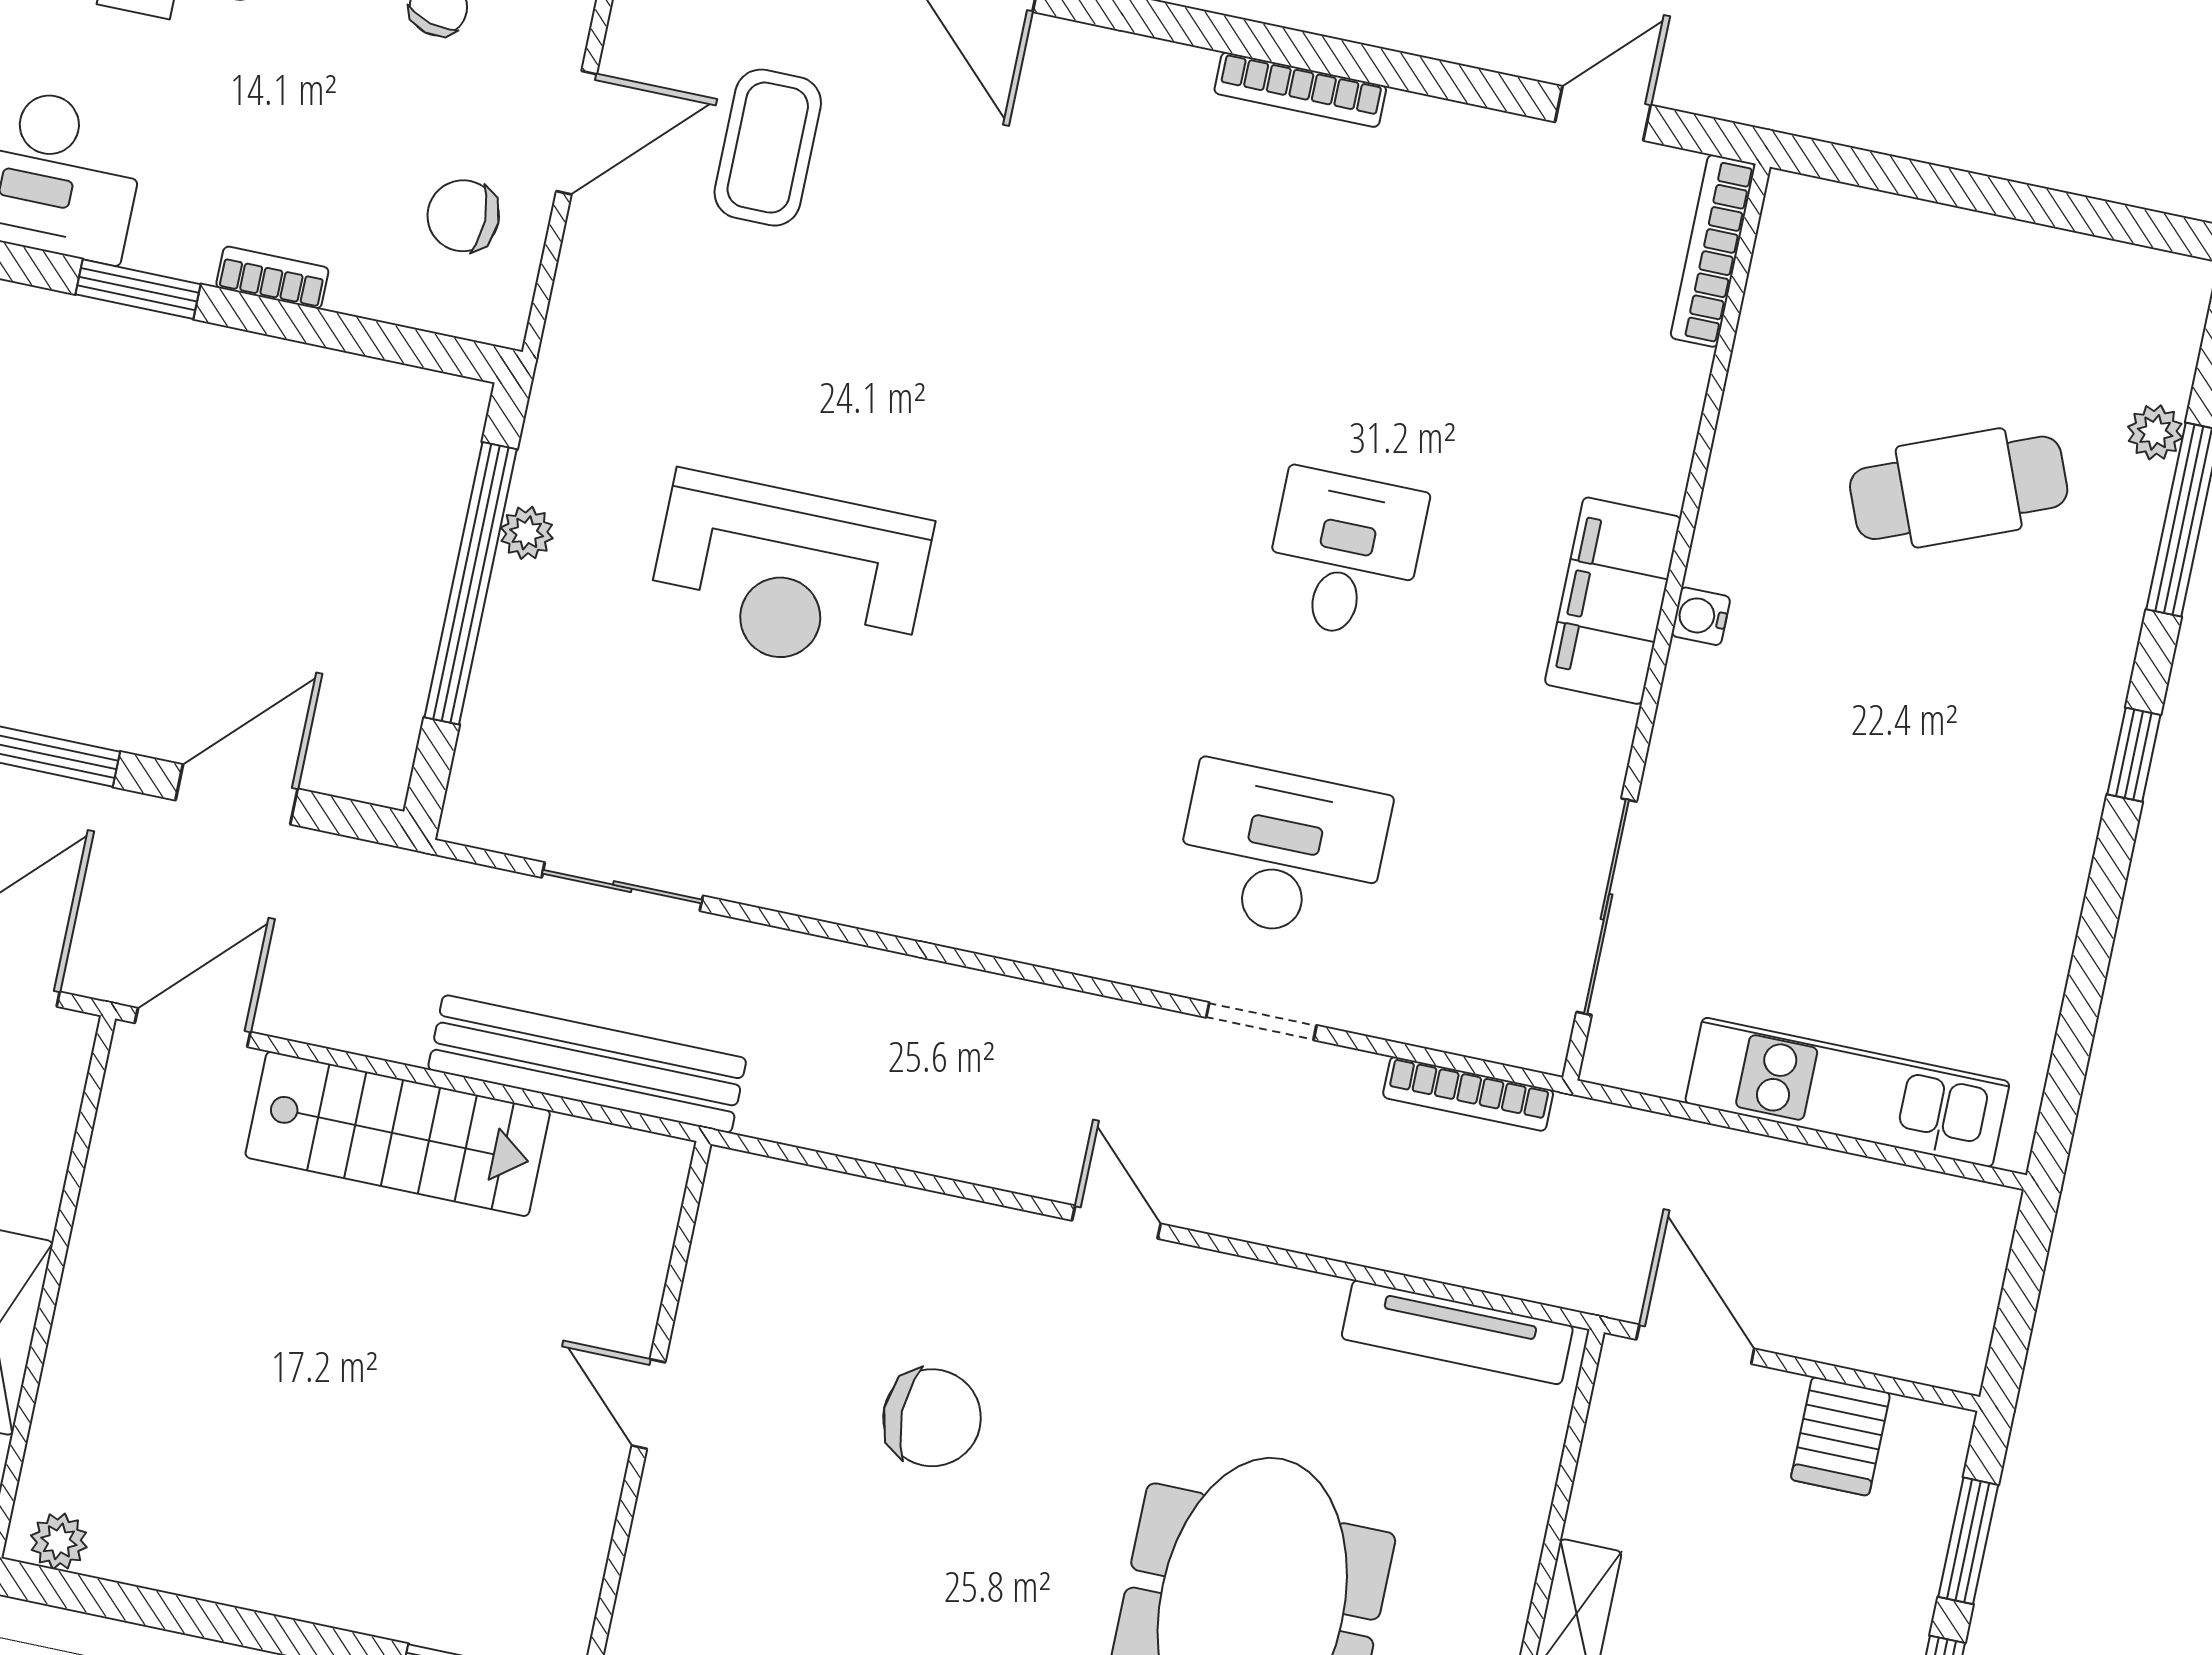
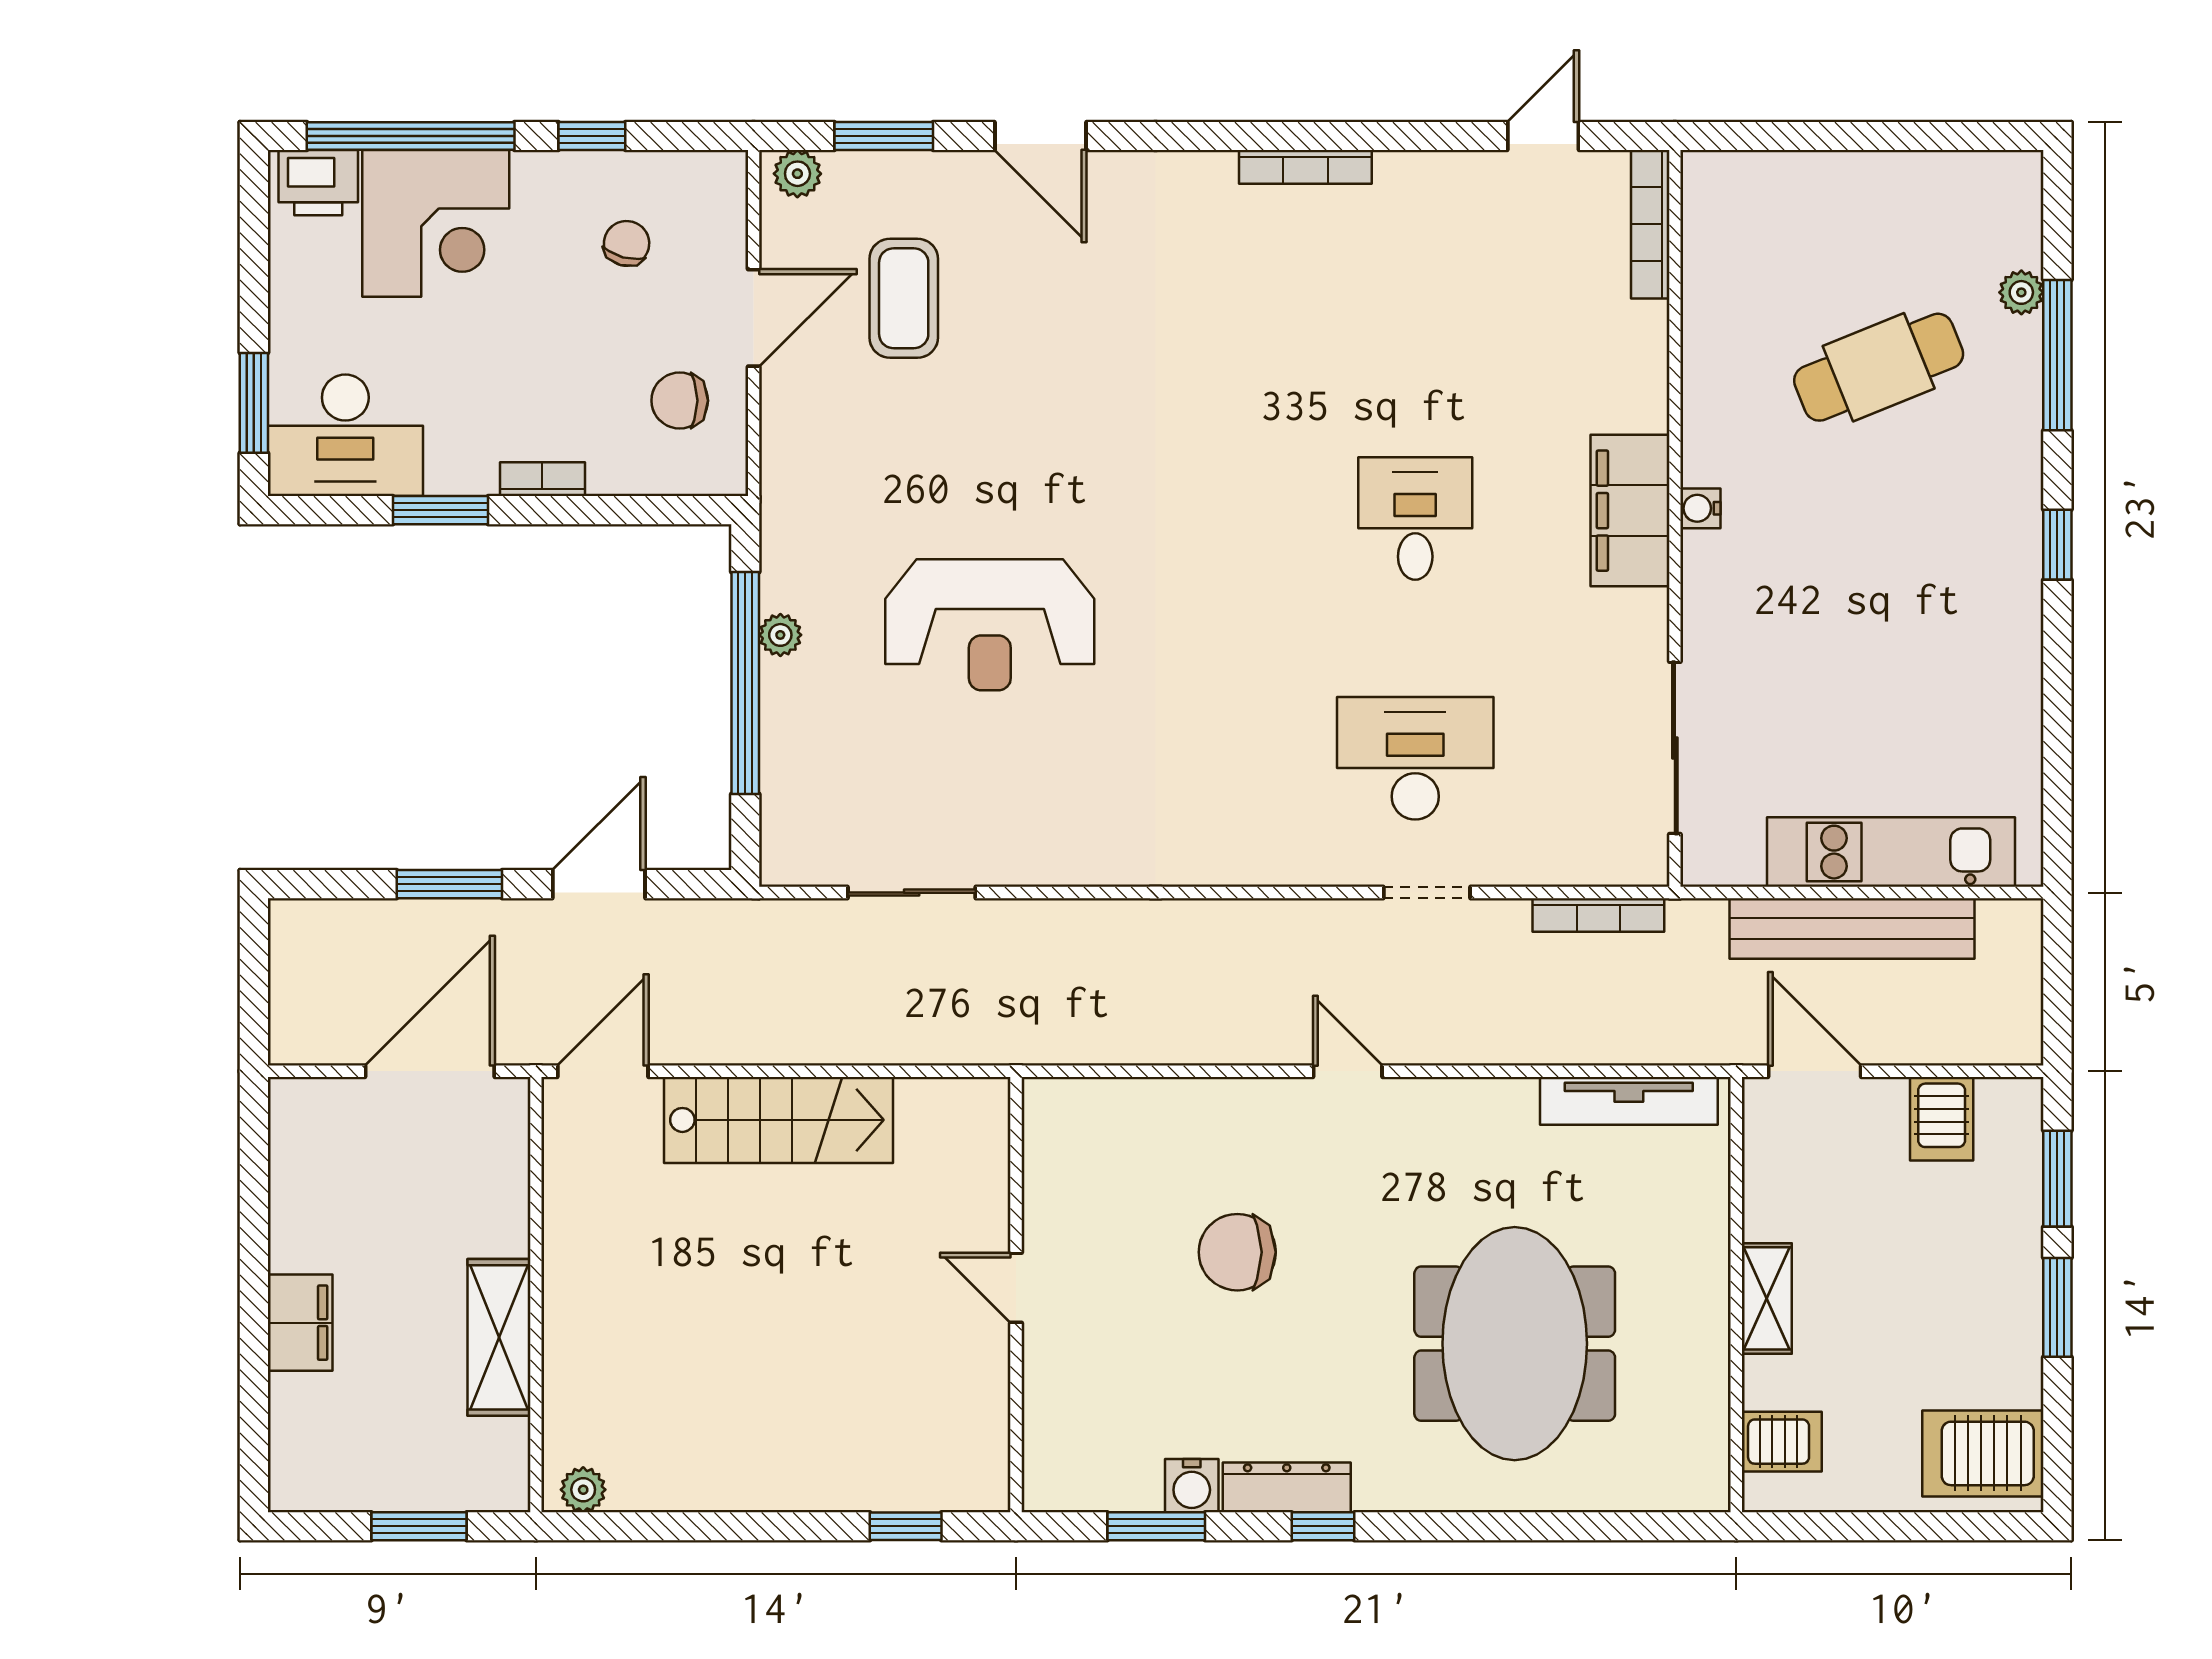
bench: (587, 1064) -> (1852, 929), moved
chair: (932, 1418) -> (1237, 1252), turned 180

